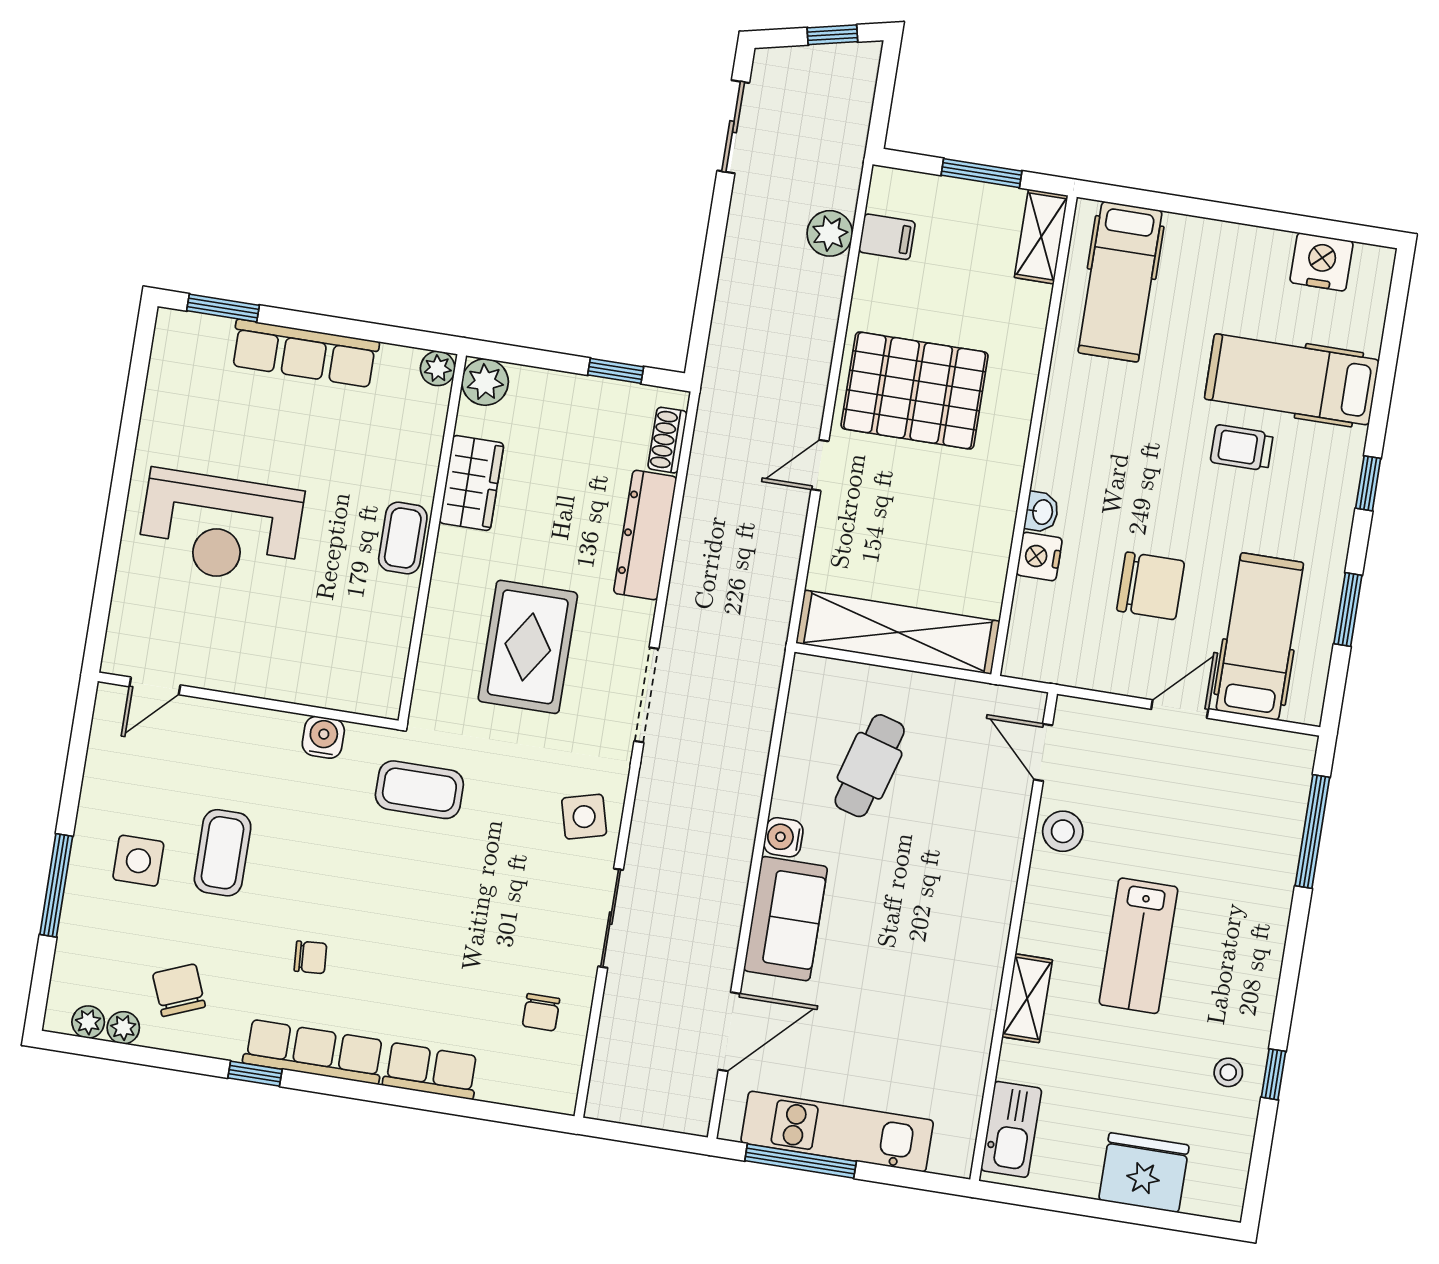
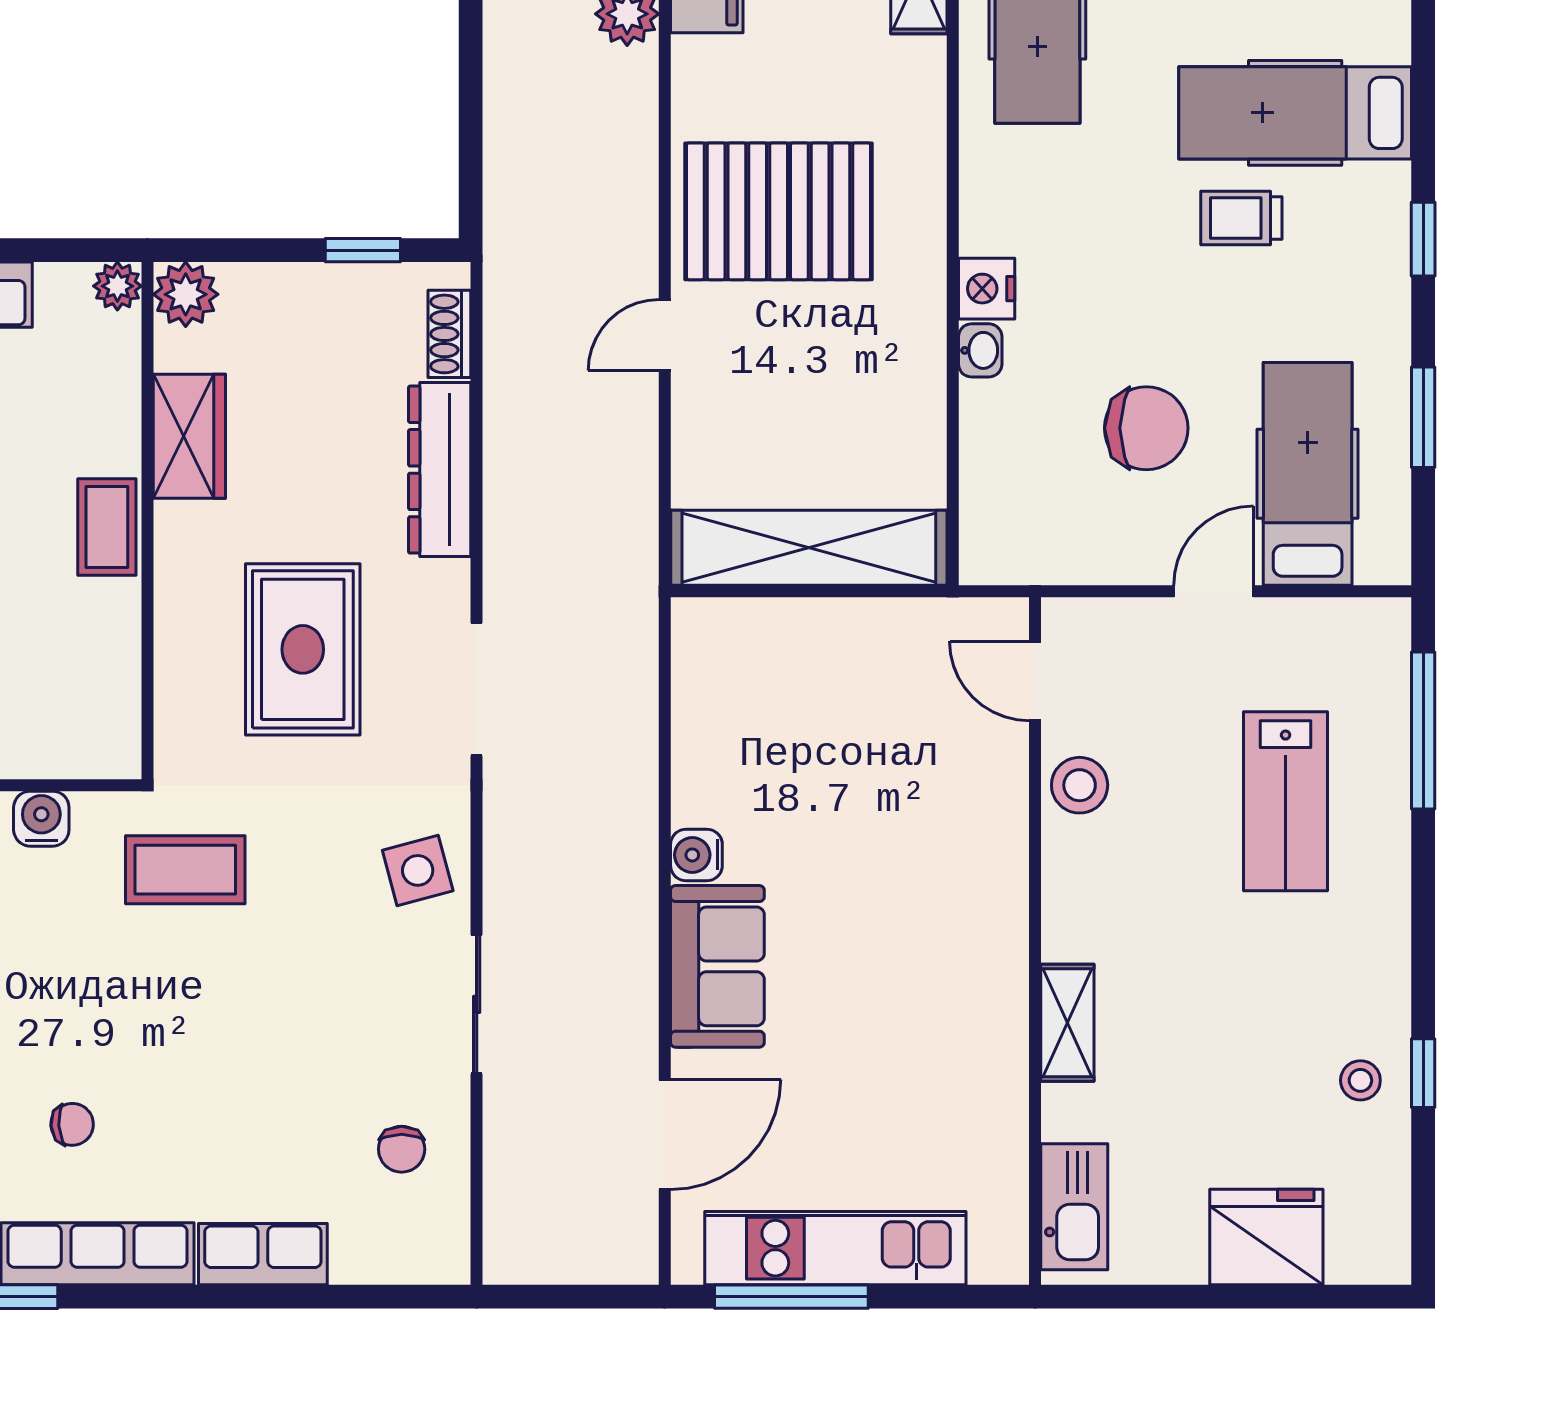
nightstand: (1039, 556) -> (987, 289), moved
cafe table: (870, 766) -> (799, 738), removed
lab bench: (1138, 946) -> (1286, 801), moved

